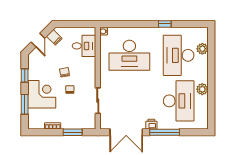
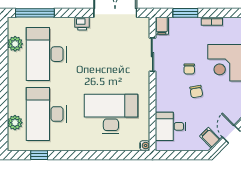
window: (165, 24) -> (39, 155), moved
desk: (179, 55) -> (46, 114), turned 180
plant: (202, 89) -> (15, 44), moved
filing cabinet: (91, 122) -> (162, 26), added
window: (165, 132) -> (35, 13), moved

